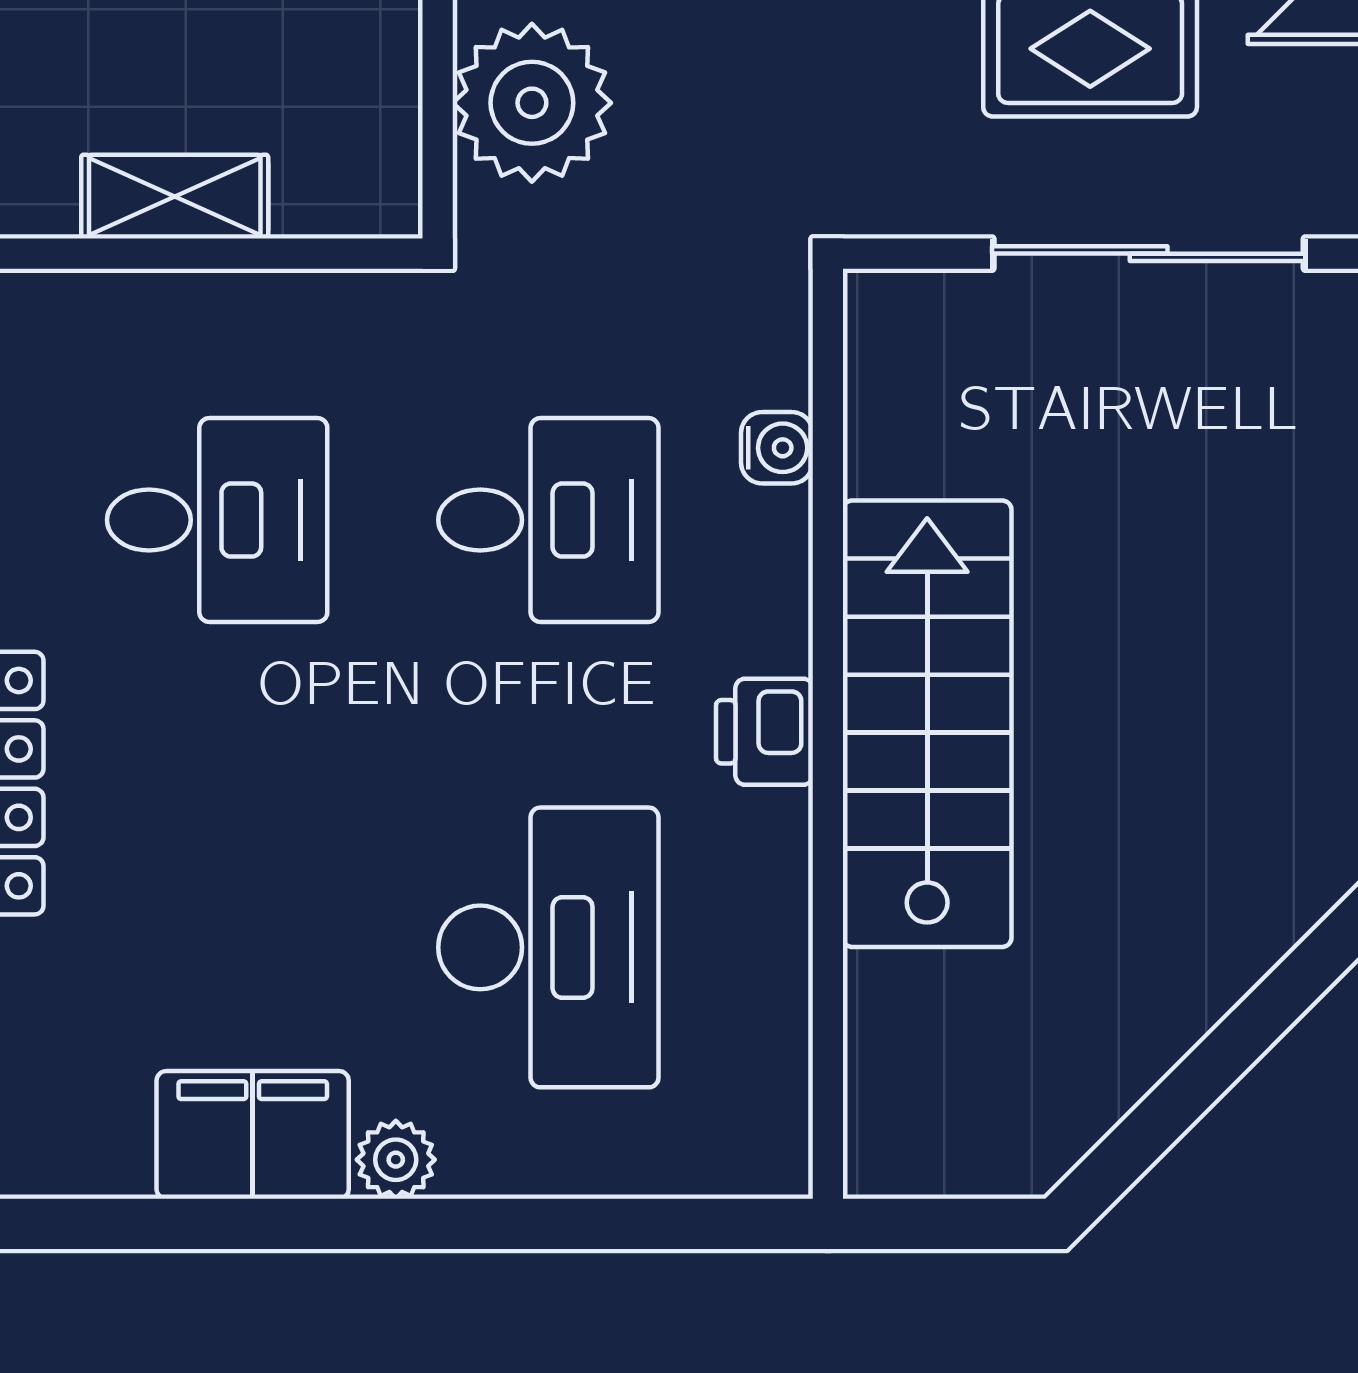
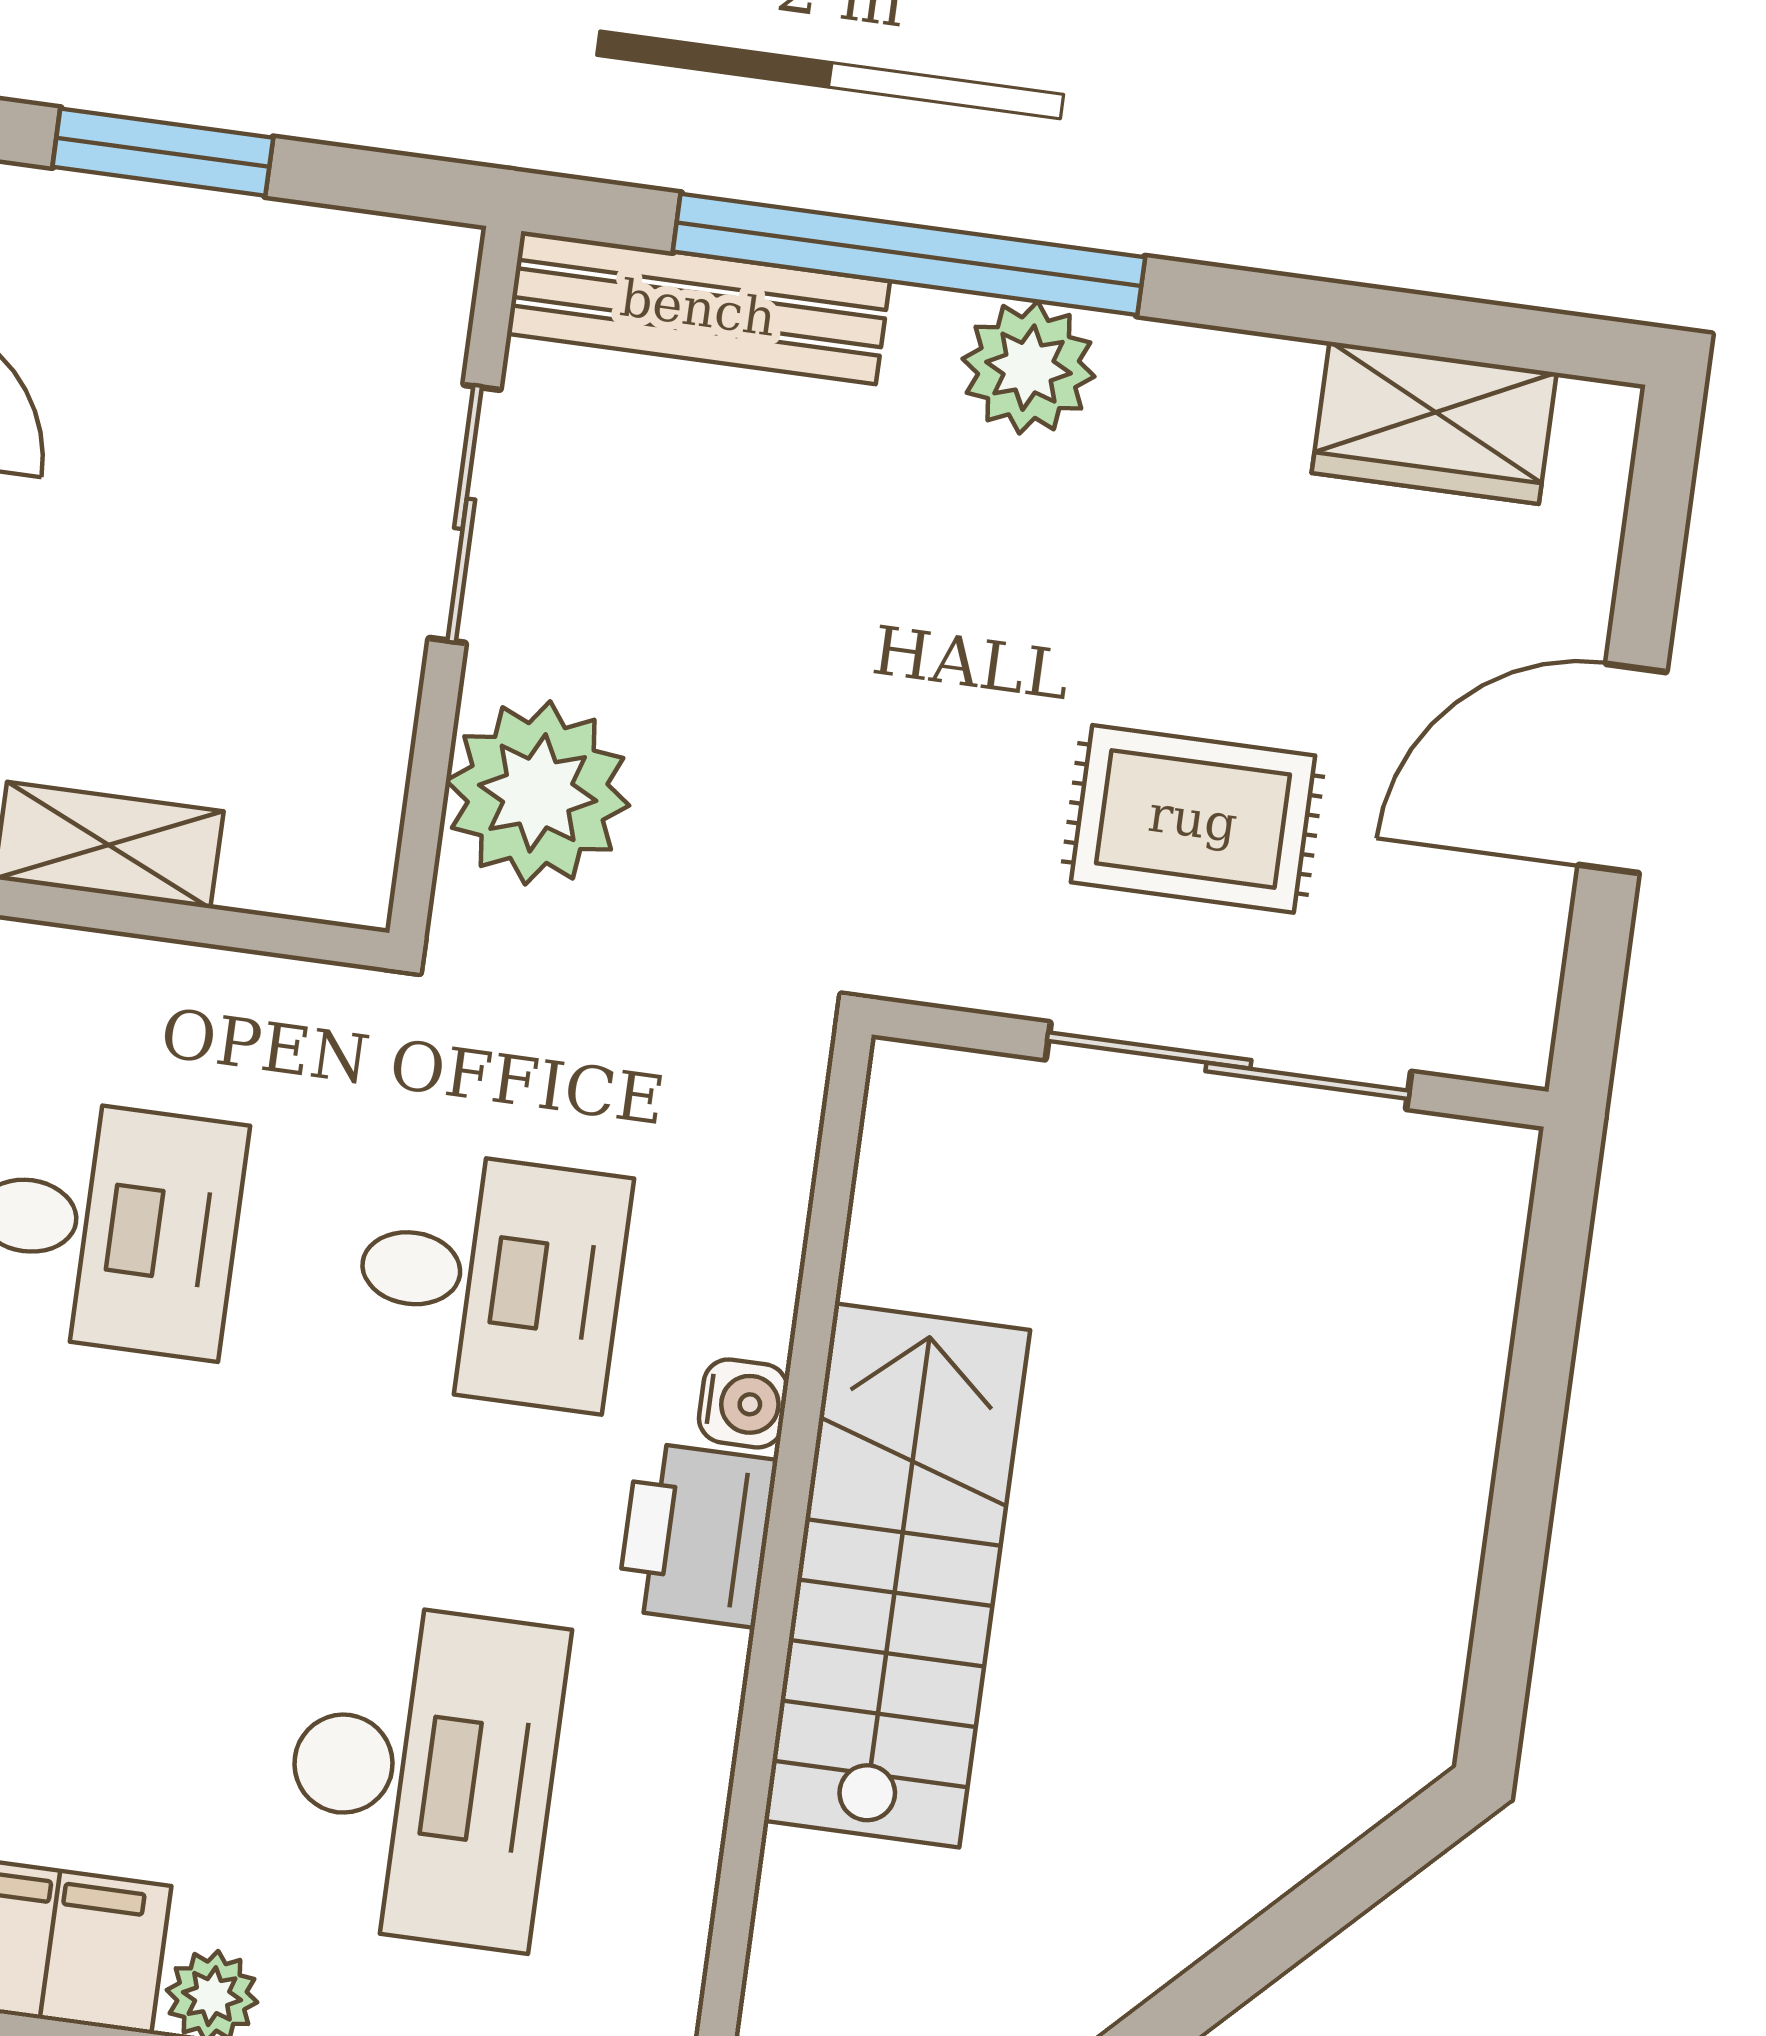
water cooler: (777, 448) -> (743, 1403), moved
printer: (764, 732) -> (697, 1535), width x1.36, depth x1.24

